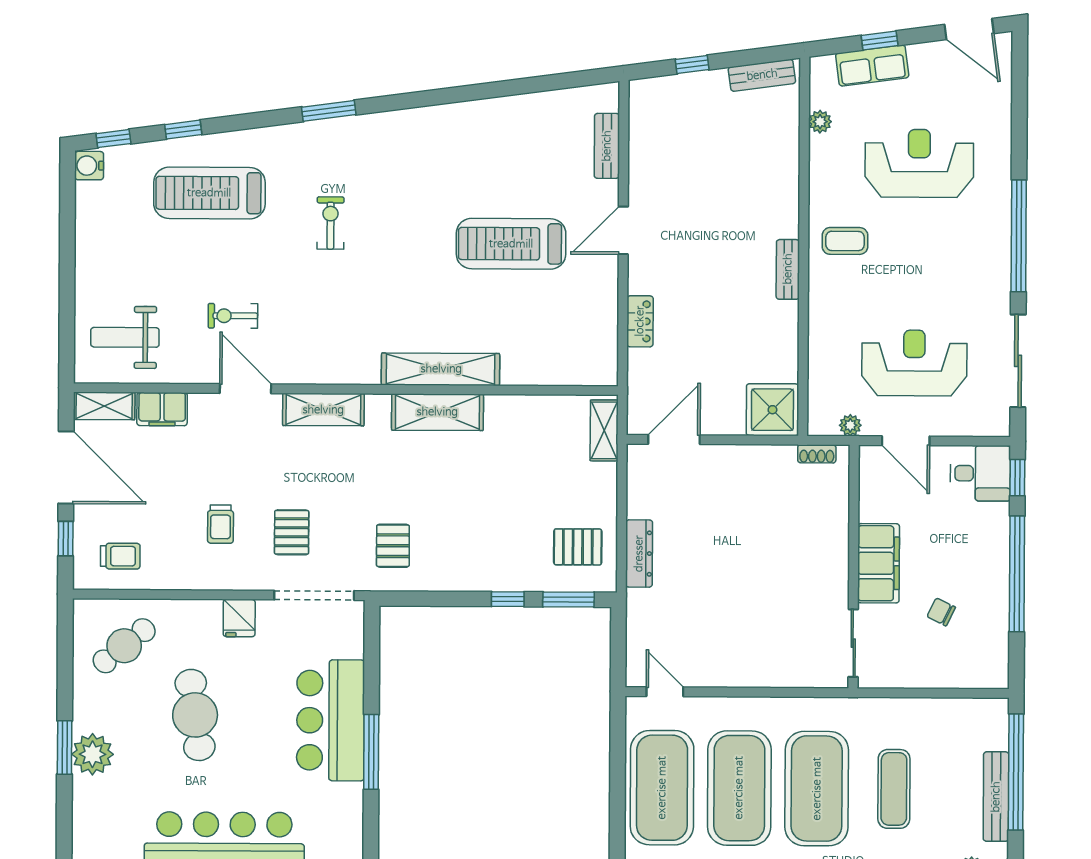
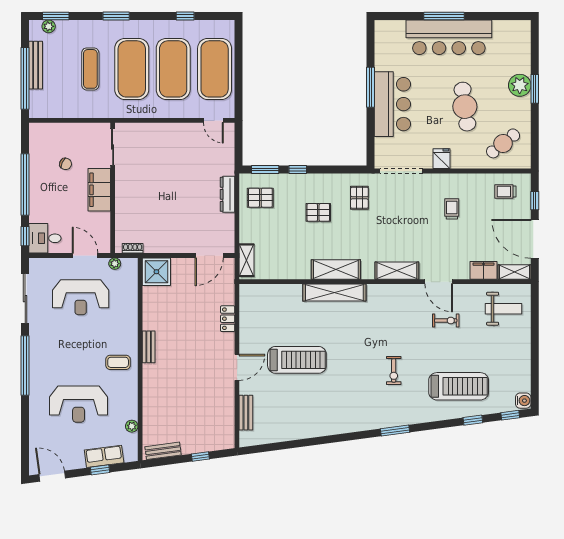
pallet: (292, 532) -> (318, 212), moved, turned 90

